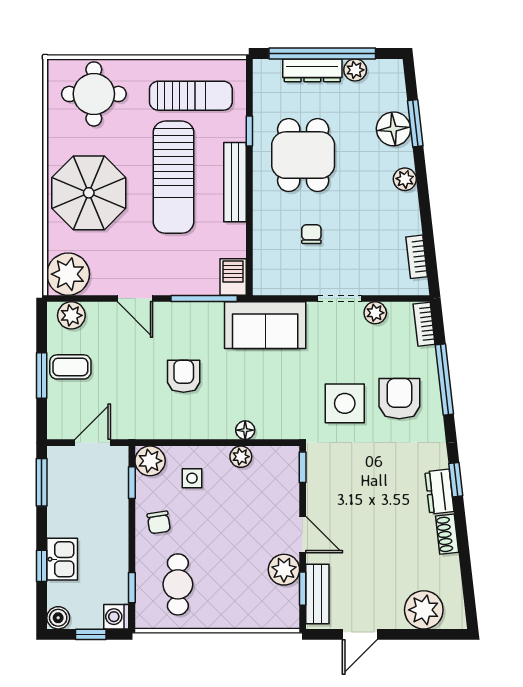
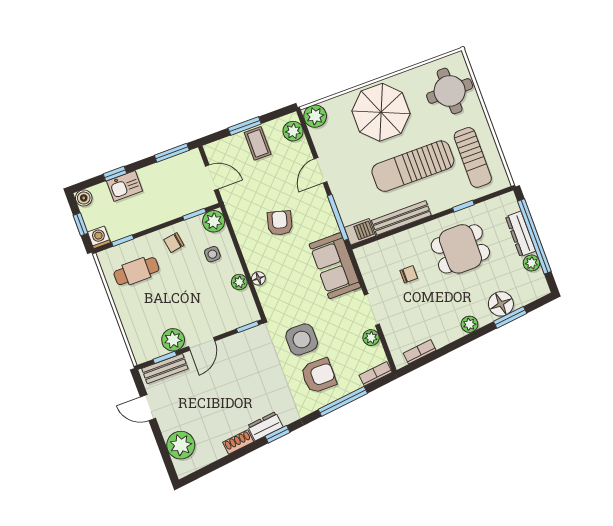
bench: (235, 182) -> (401, 218), moved
plant: (68, 274) -> (315, 116), width x0.73, depth x0.73
armchair: (184, 376) -> (280, 223), turned -75

